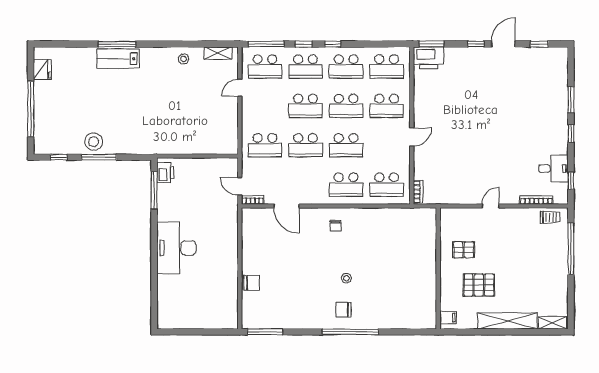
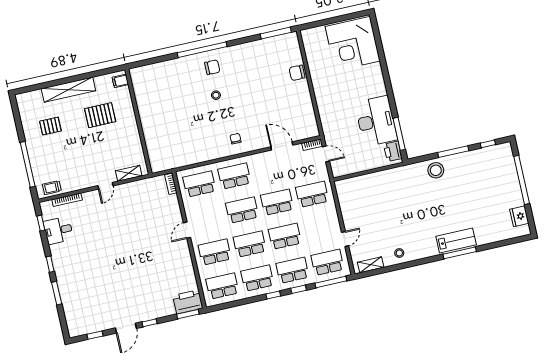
stool: (94, 142) -> (436, 170), moved
desk: (176, 248) -> (376, 121), moved
pallet: (464, 250) -> (50, 126), moved
corner desk: (183, 301) -> (353, 44), added
shelving: (552, 323) -> (129, 173), moved

